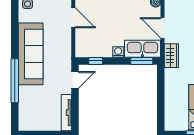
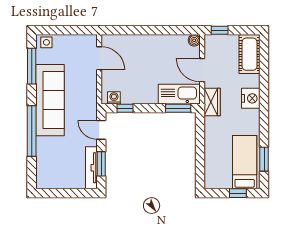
window: (15, 24) -> (32, 66), added
washing machine: (118, 52) -> (114, 98), moved
door: (75, 80) -> (101, 130), swing flipped
window: (75, 109) -> (101, 164), added

